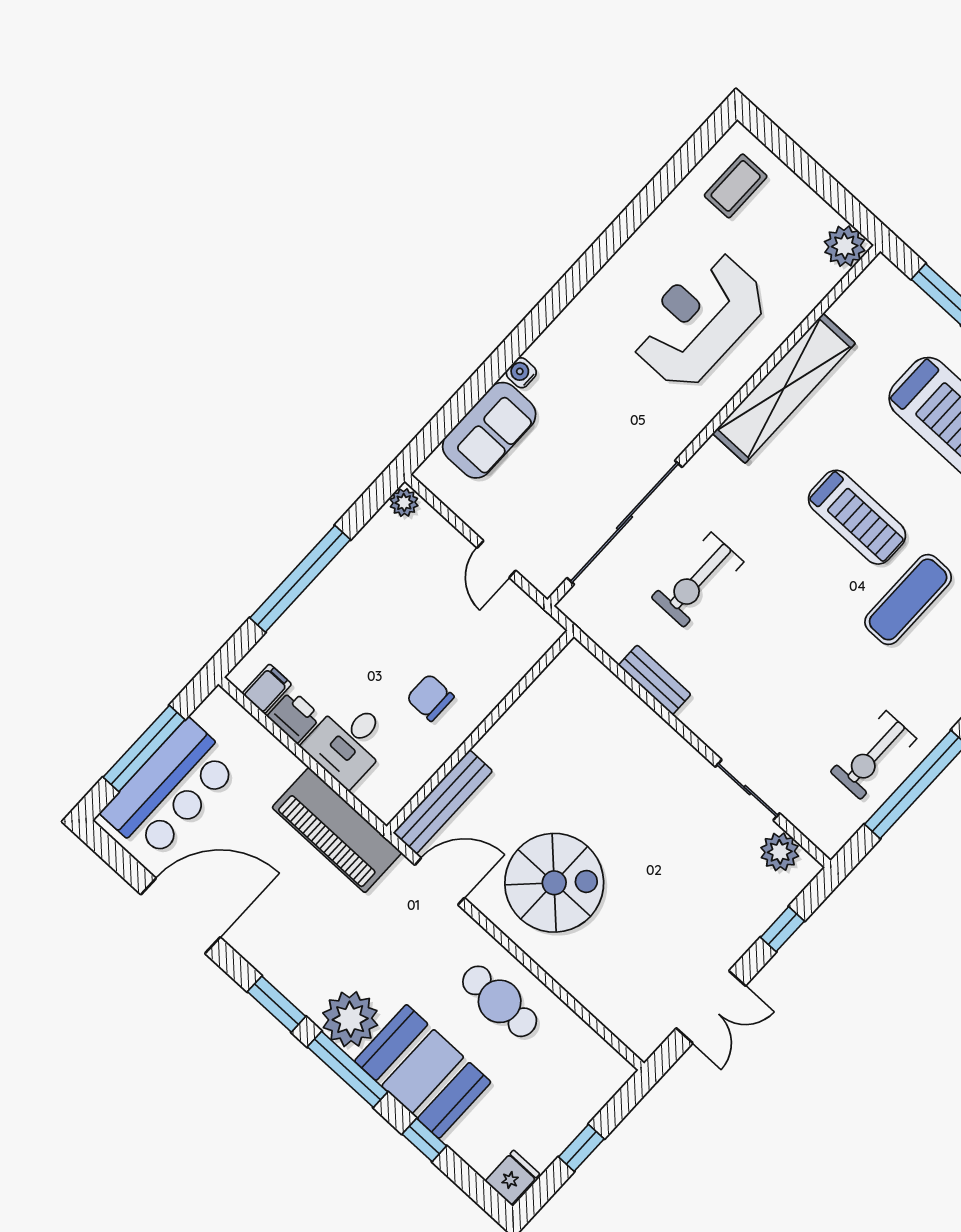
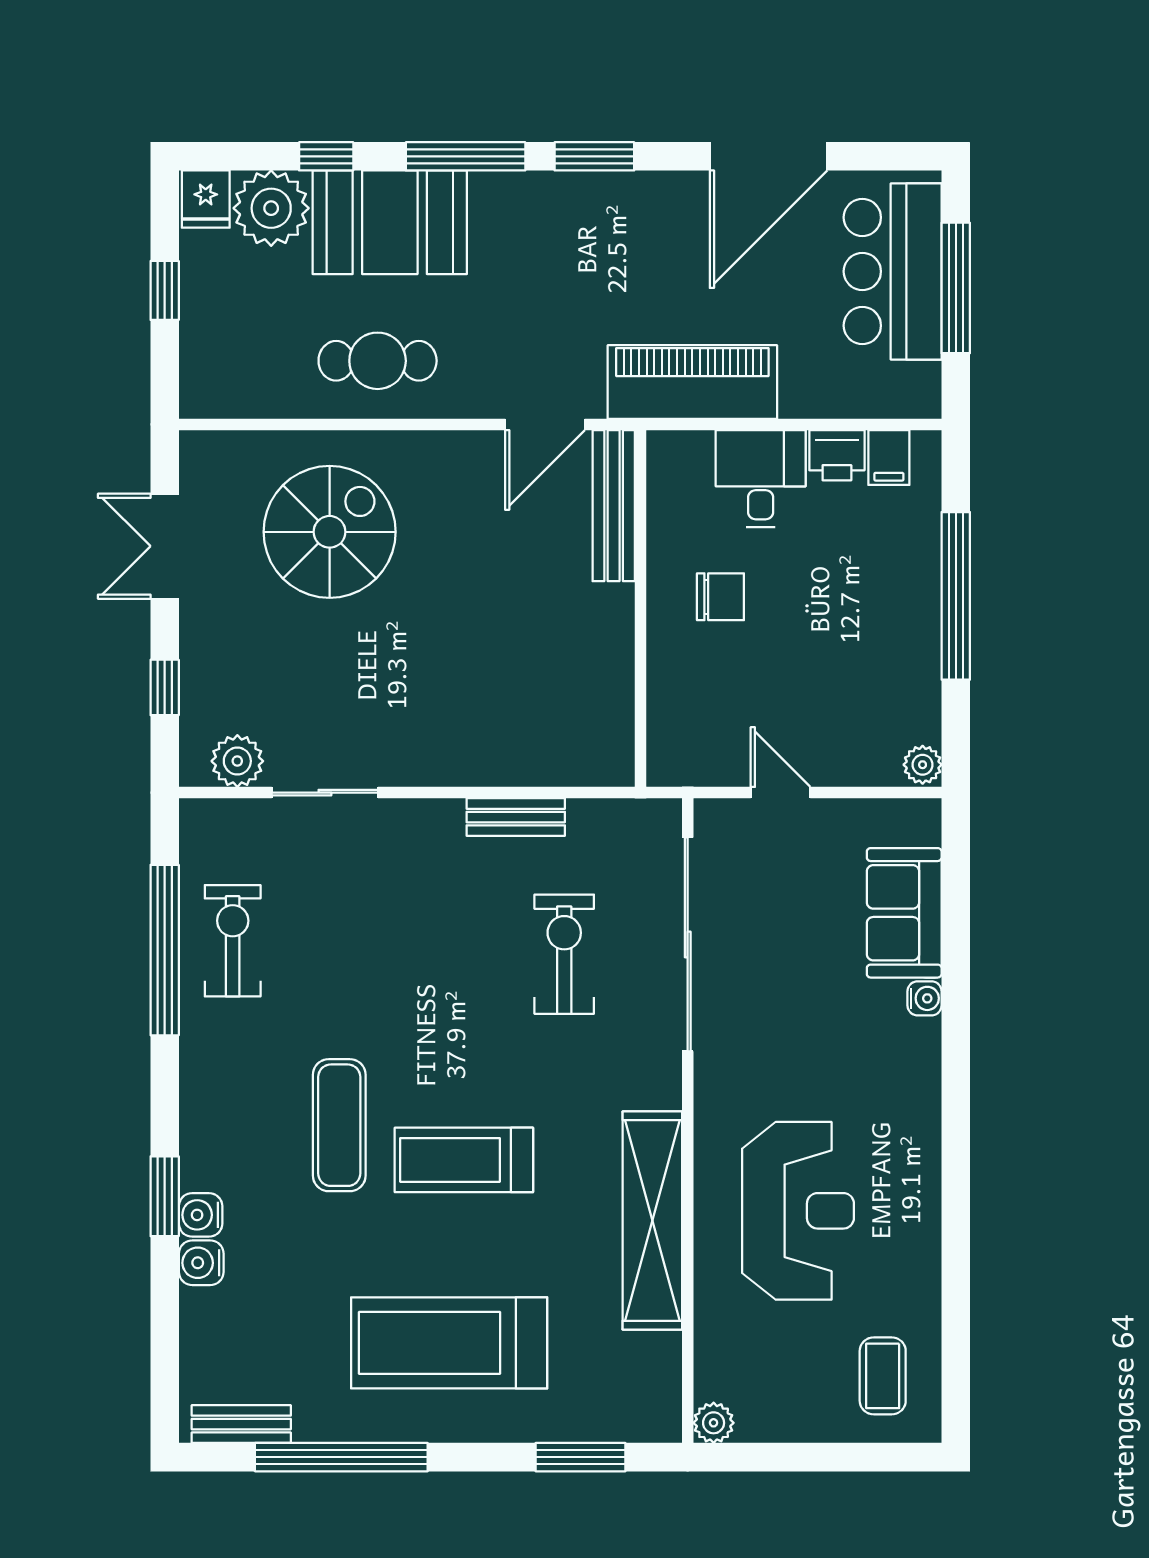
plant: (845, 246) -> (714, 1423), width x0.73, depth x0.73
spiral stairs: (554, 883) -> (330, 532), moved, turned 180
plant: (350, 1019) -> (271, 208), moved

